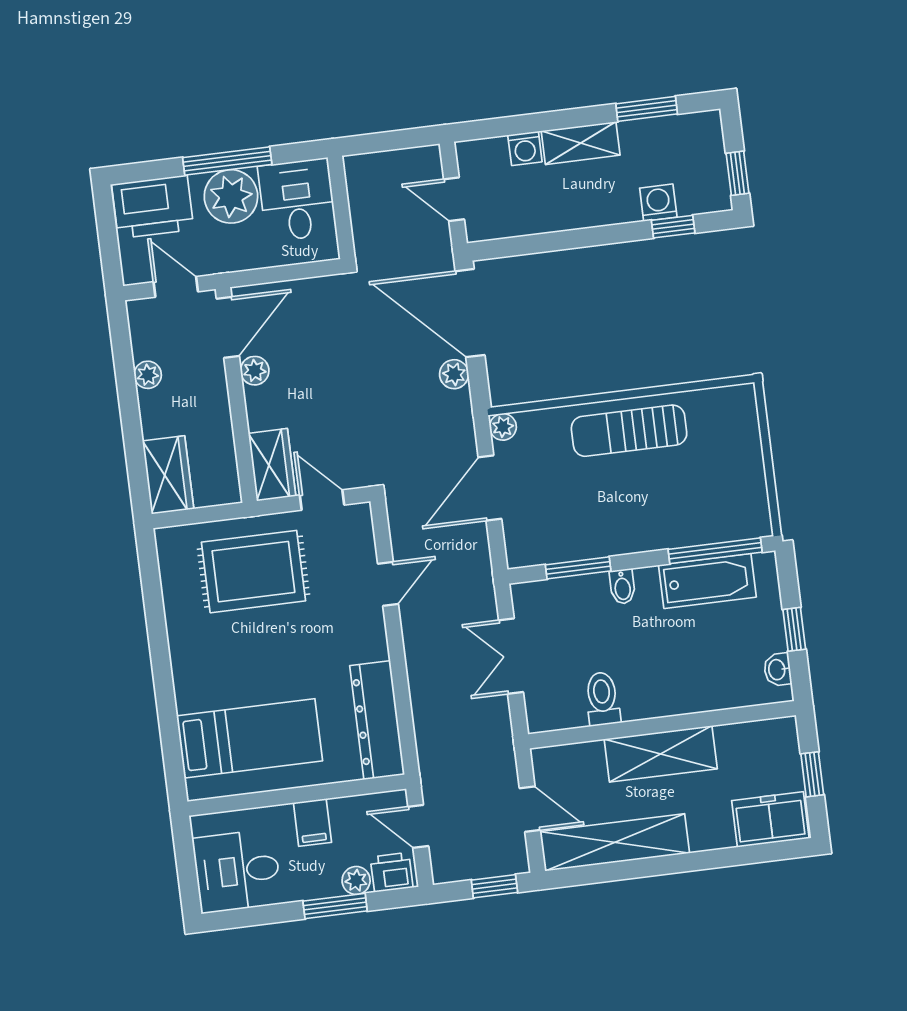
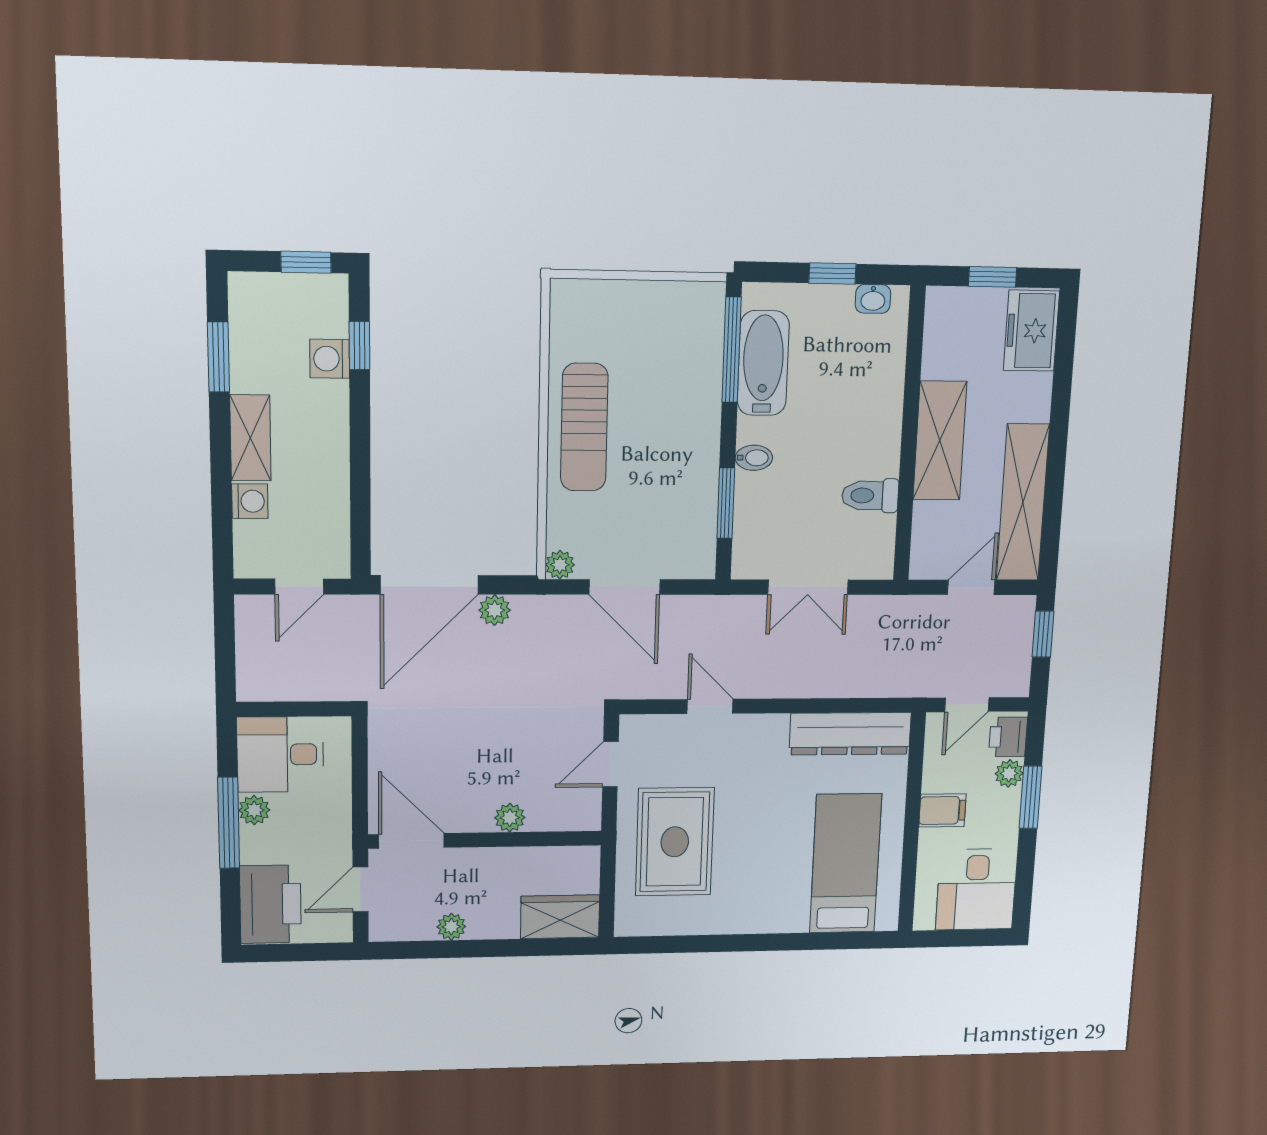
plant: (231, 196) -> (254, 810), width x0.53, depth x0.53
plant: (255, 371) -> (510, 818), moved
wardrobe: (272, 465) -> (565, 811), removed

